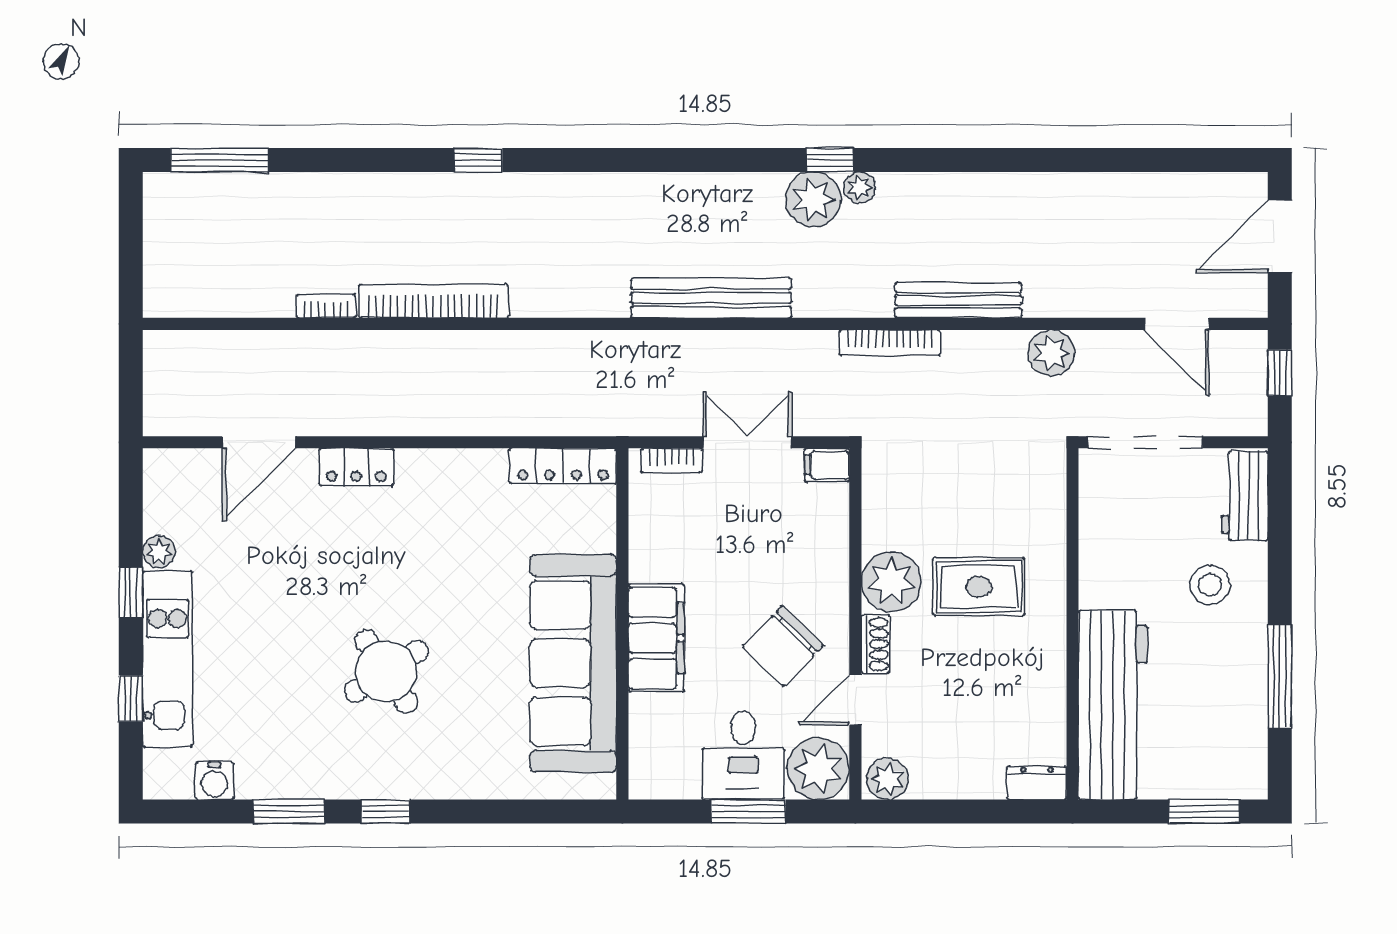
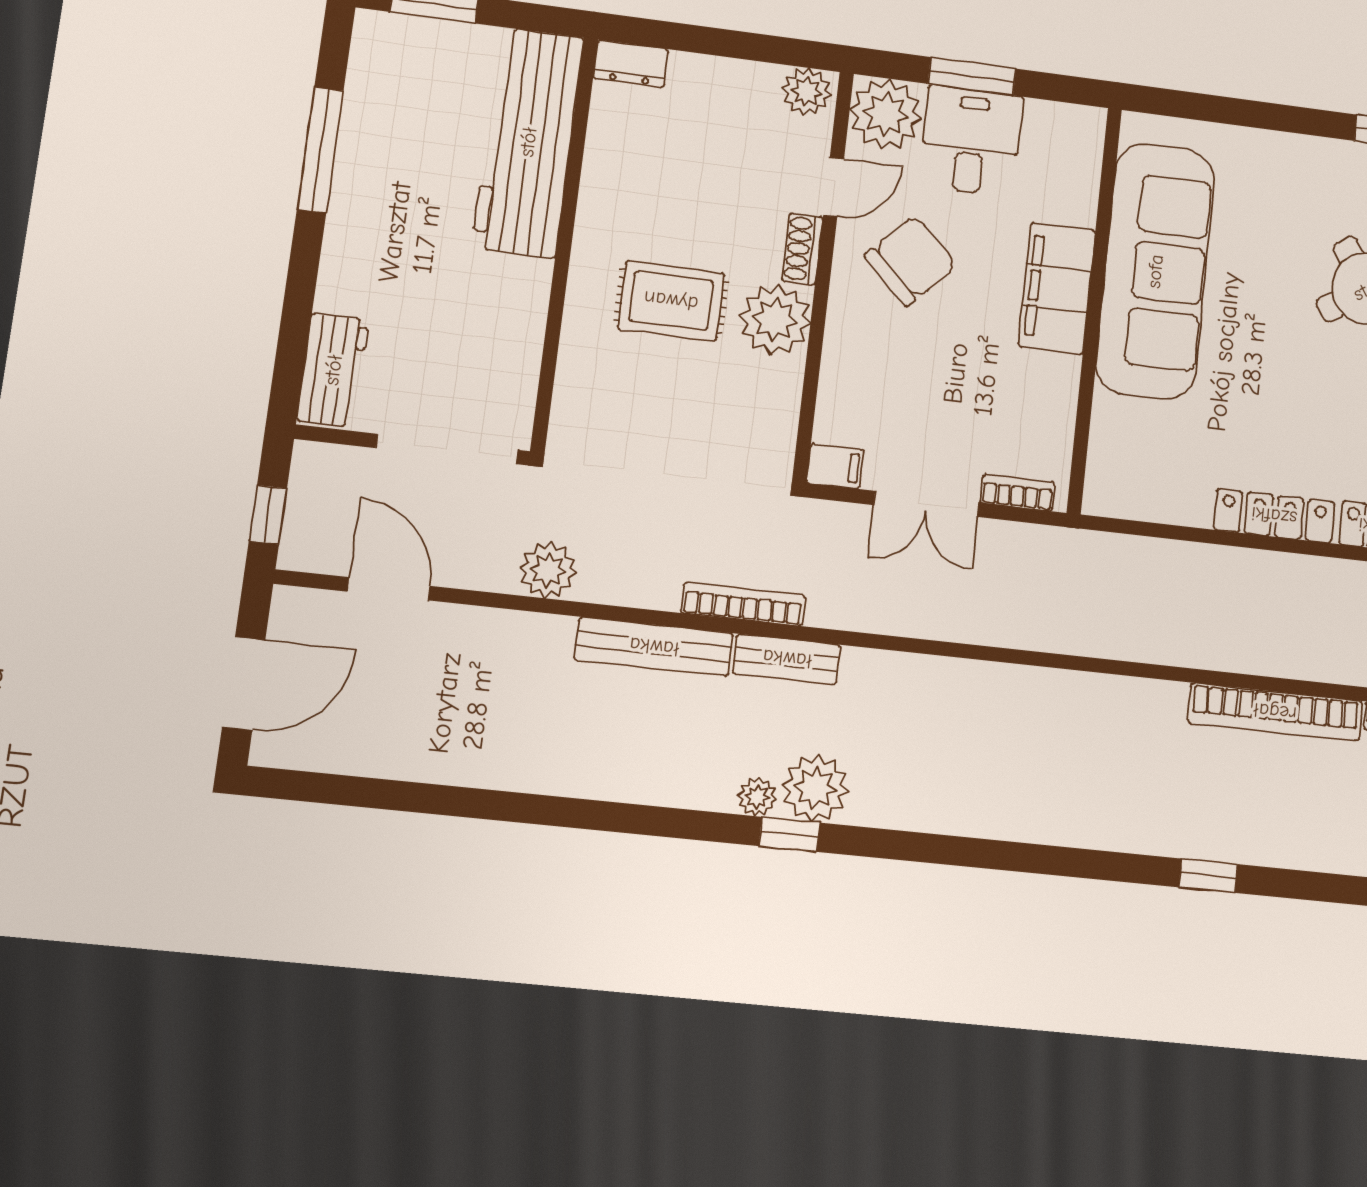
bench: (711, 298) -> (787, 659), moved, width x0.54, depth x0.82
locker: (563, 466) -> (1274, 516), moved
stool: (1210, 585) -> (391, 269), removed

